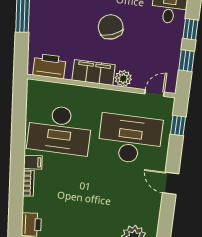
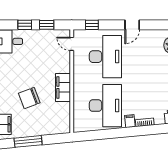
chair: (111, 27) -> (29, 98), moved
printer: (49, 66) -> (63, 118), removed
plant: (123, 78) -> (65, 67), removed
desk: (130, 139) -> (105, 57), turned 180

